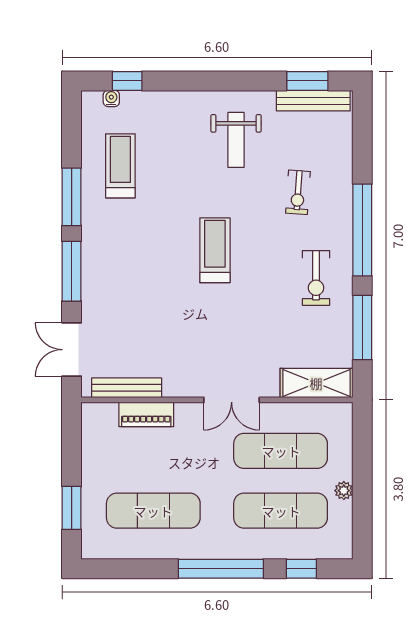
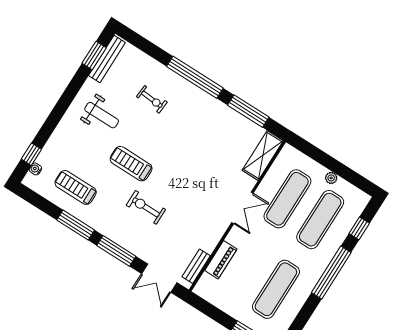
treadmill: (215, 250) -> (131, 164), moved
exercise bike: (316, 278) -> (146, 207), moved, turned 180
bench: (127, 388) -> (196, 266), width x0.73

